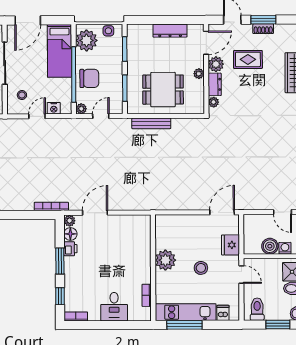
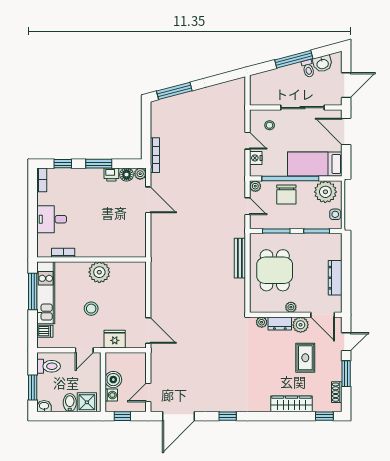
shoe rack: (263, 29) -> (337, 392), moved

